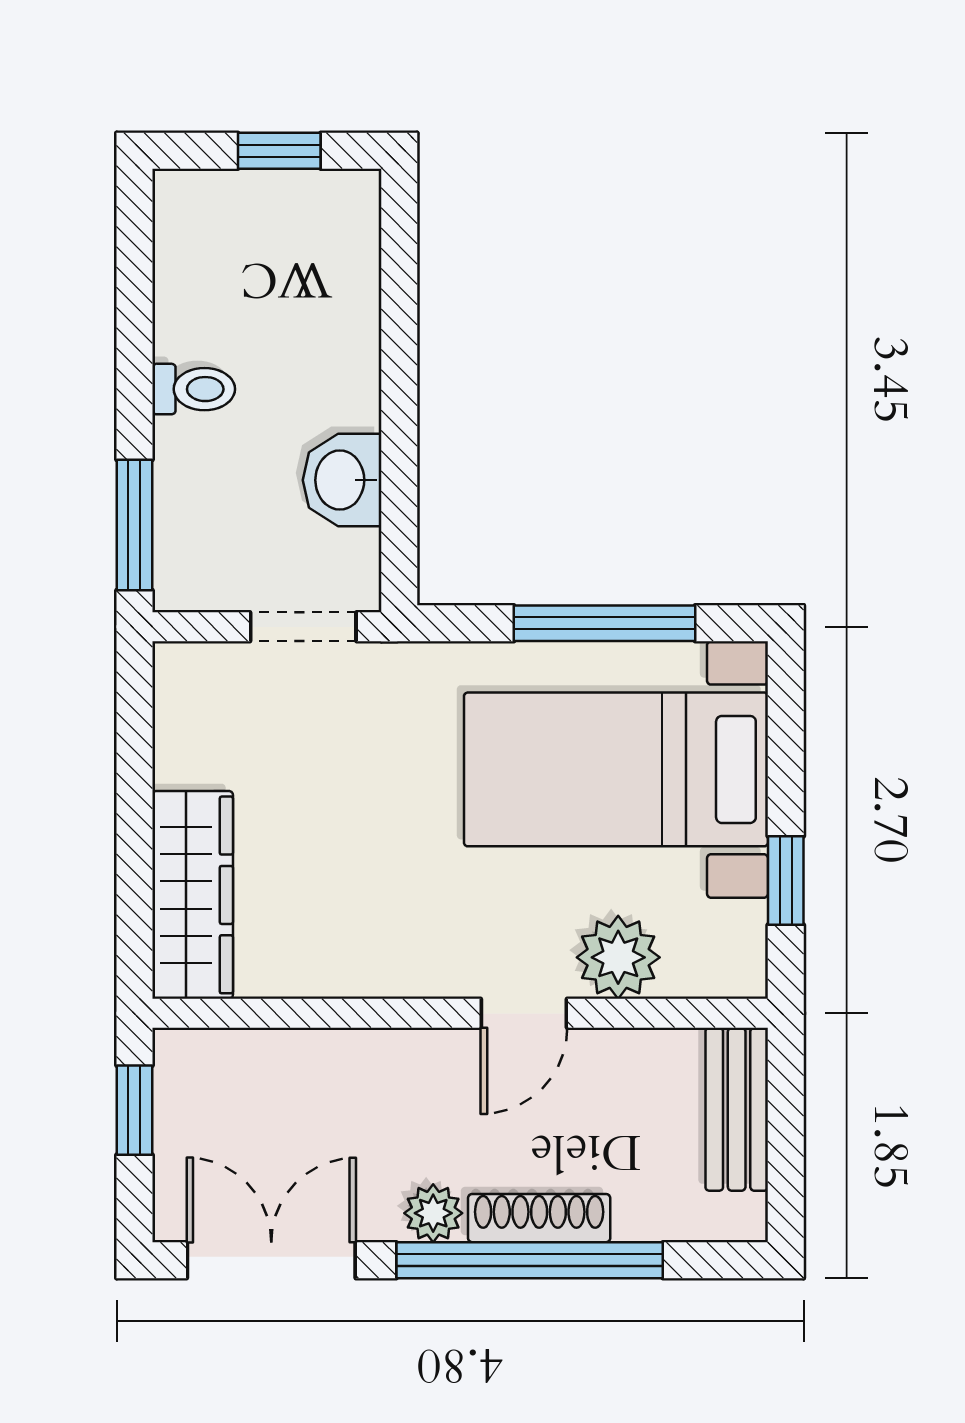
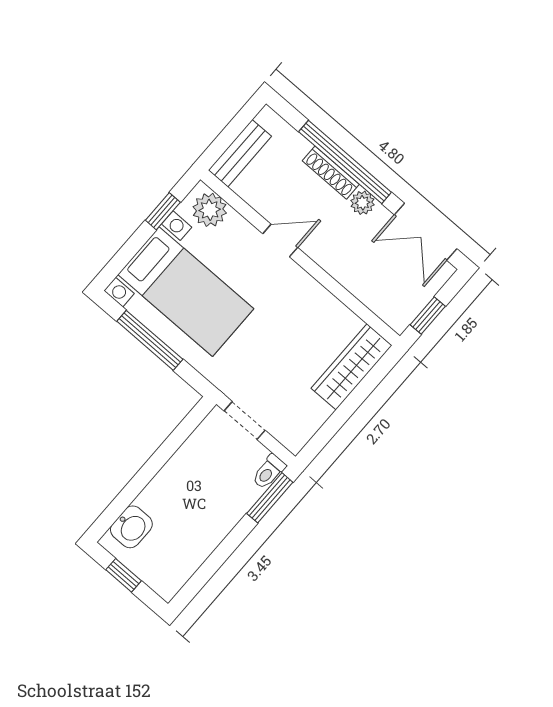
toilet: (194, 389) -> (269, 472), moved, turned -90
washbasin: (342, 480) -> (131, 527), moved
plant: (618, 957) -> (210, 210), moved

